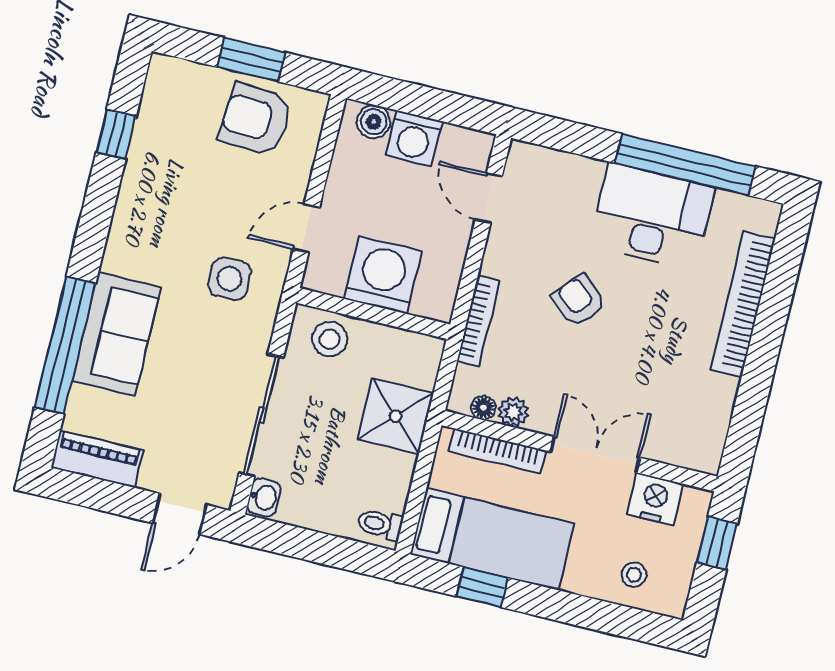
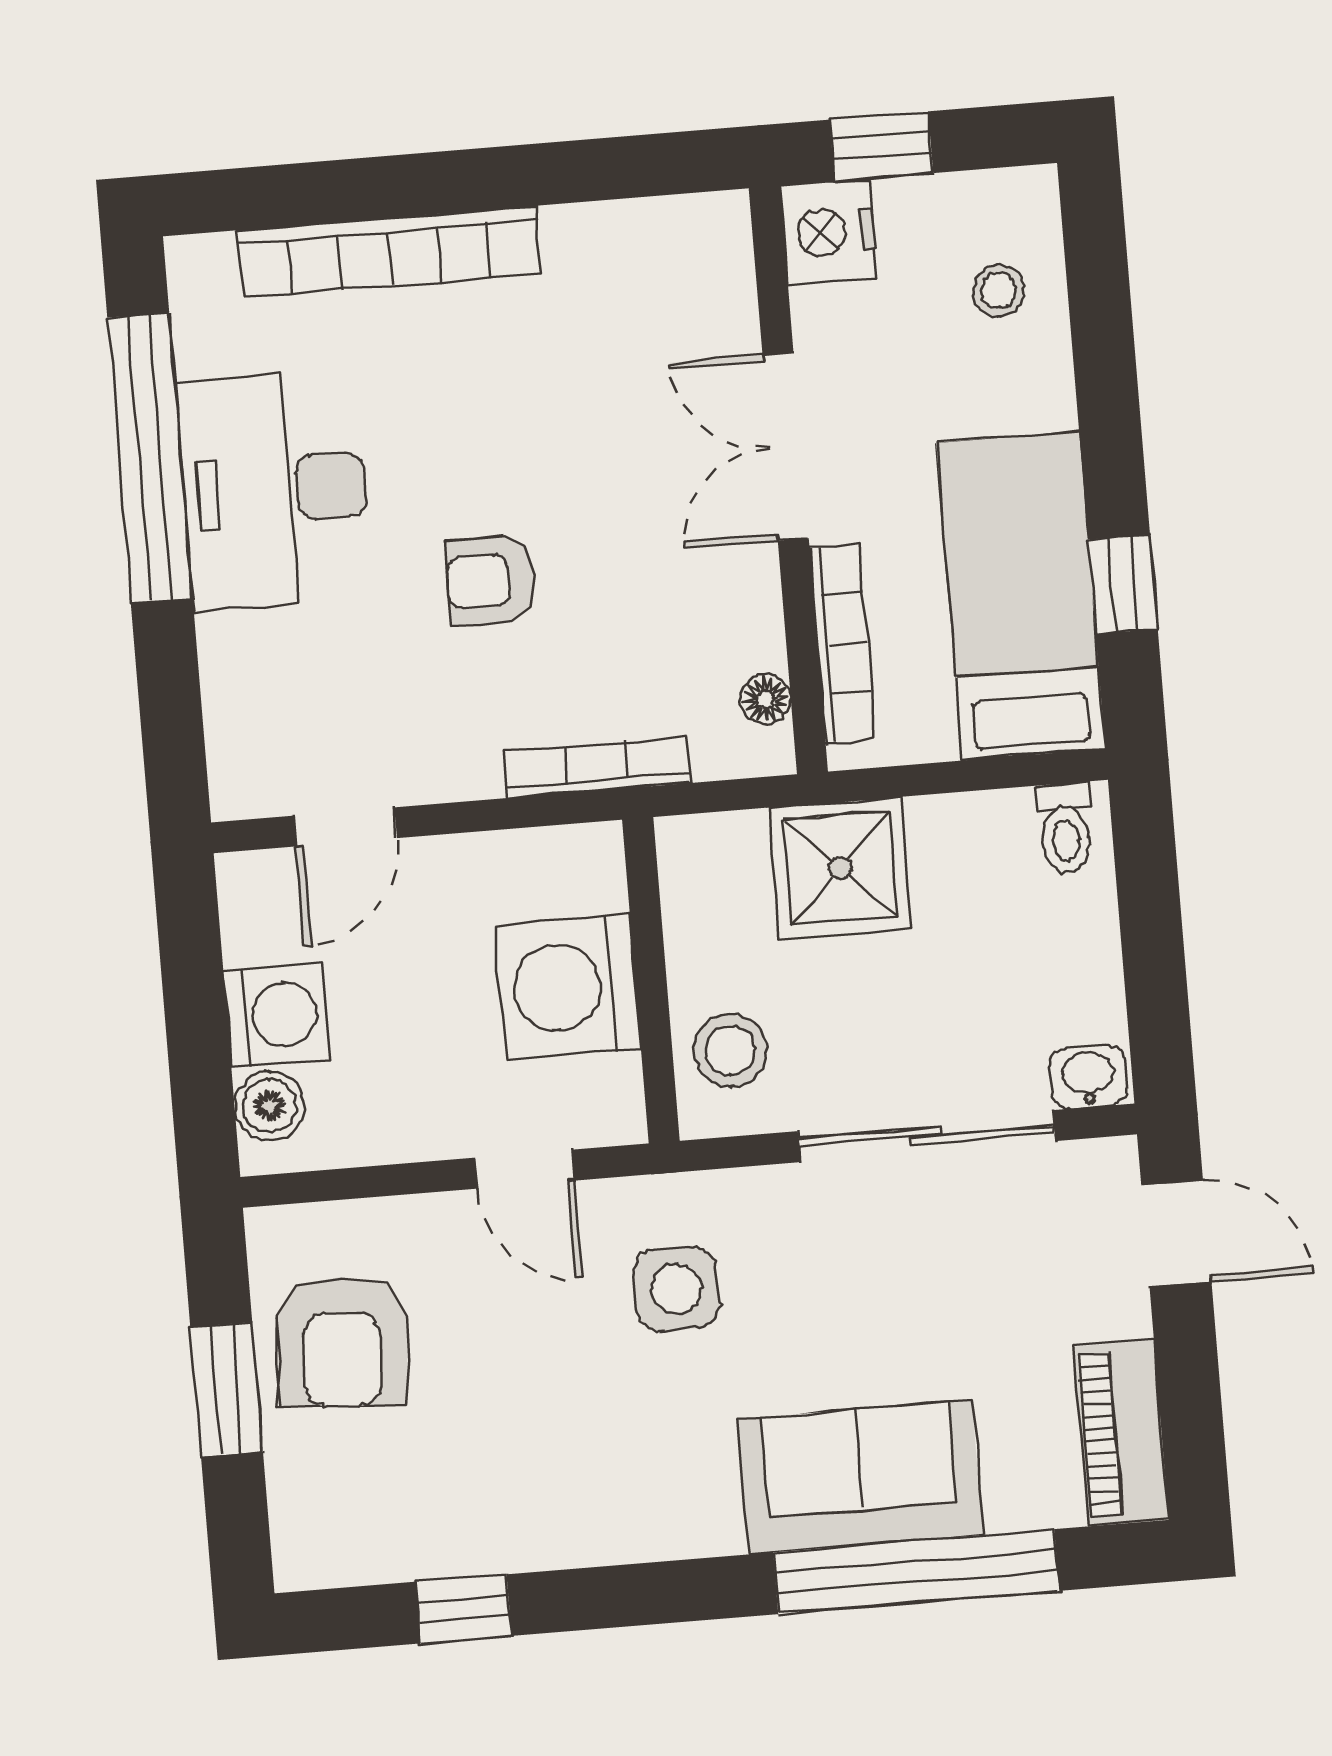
armchair: (579, 301) -> (490, 580), turned 48
plant: (513, 412) -> (754, 637), removed
nightstand: (655, 499) -> (829, 232), moved

